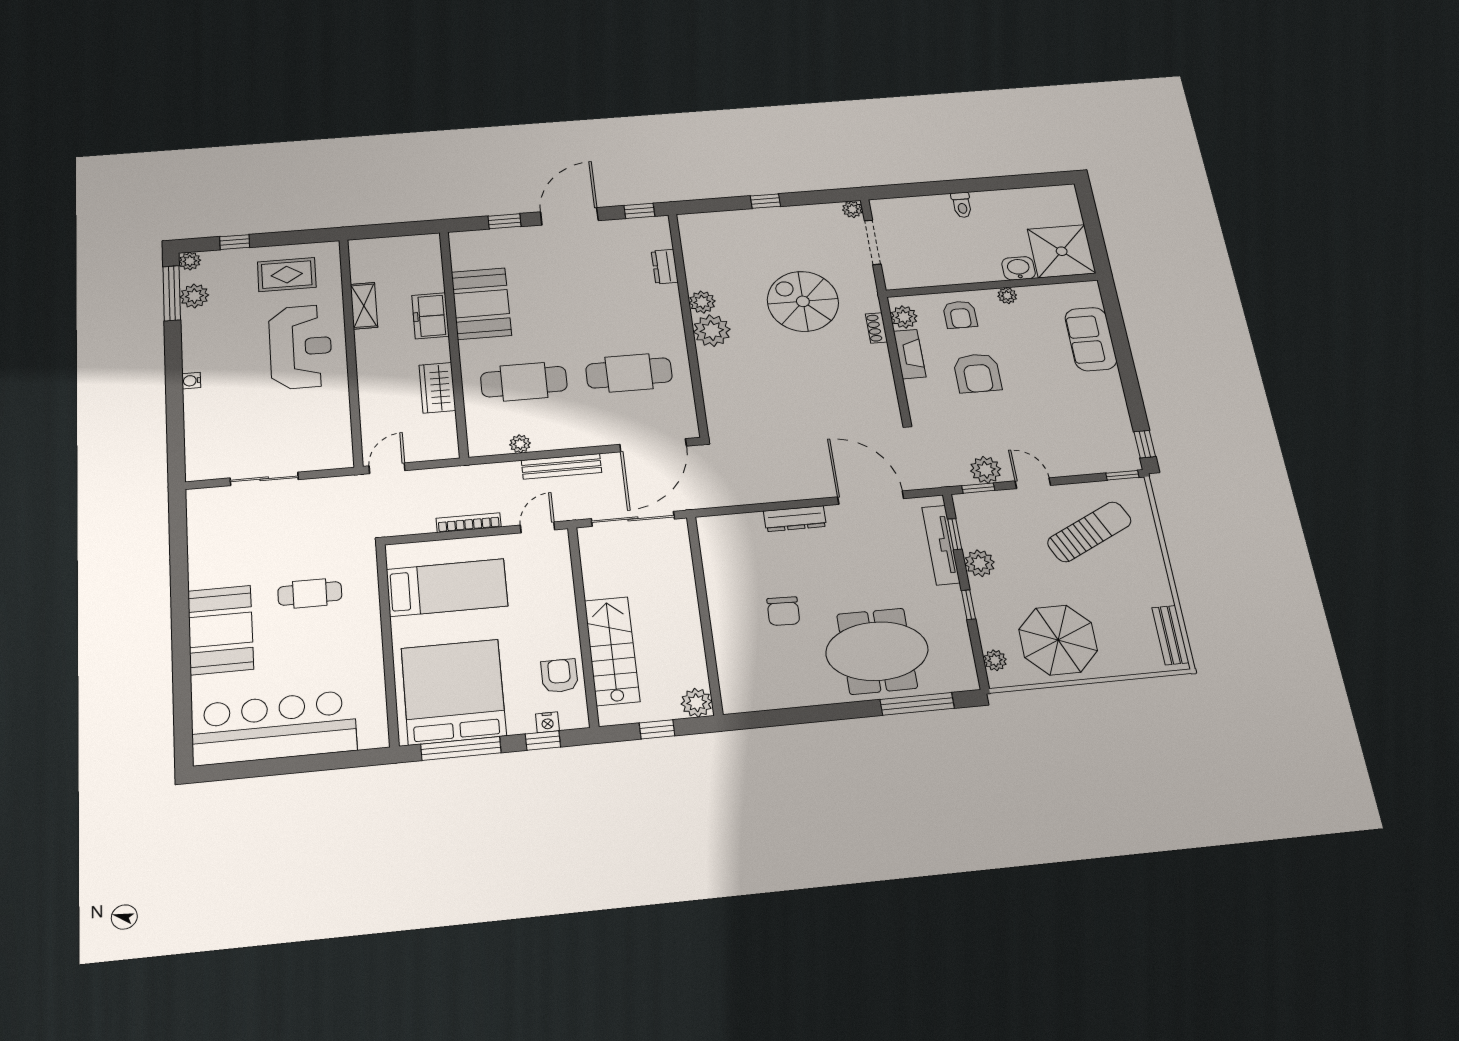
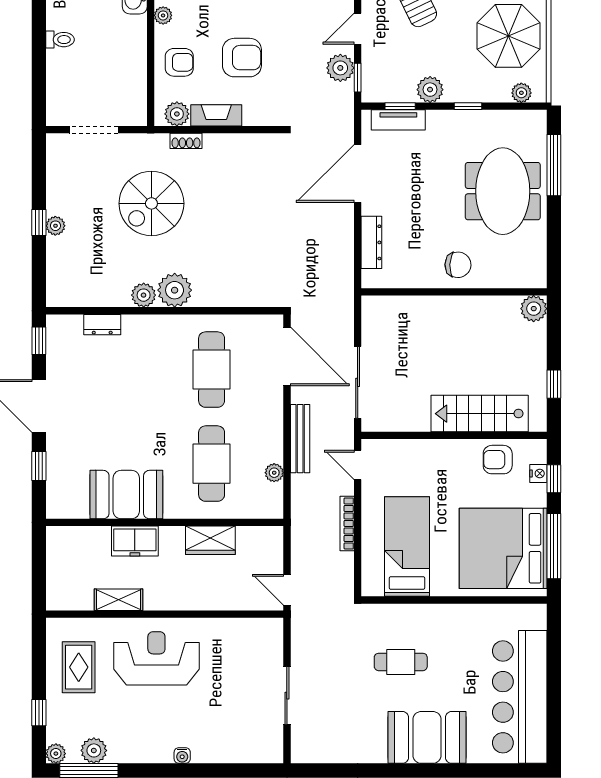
plant: (852, 209) -> (55, 226), moved
tv unit: (941, 545) -> (398, 120), width x0.71
cafe table: (310, 593) -> (401, 662), turned 90
wall: (705, 614) -> (454, 292), moved
plant: (697, 703) -> (534, 309), moved

